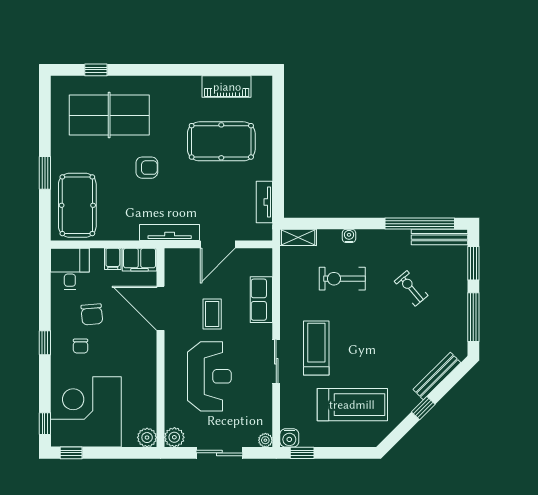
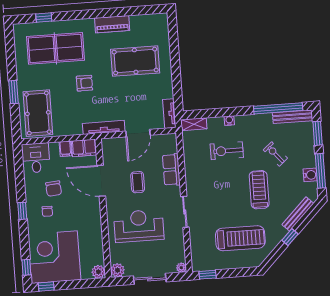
piano: (227, 87) -> (112, 24), moved
tv unit: (264, 202) -> (169, 114), moved
treadmill: (316, 348) -> (259, 190), moved
reception desk: (209, 376) -> (139, 226), turned -90
water cooler: (289, 438) -> (310, 175), moved, turned -90

